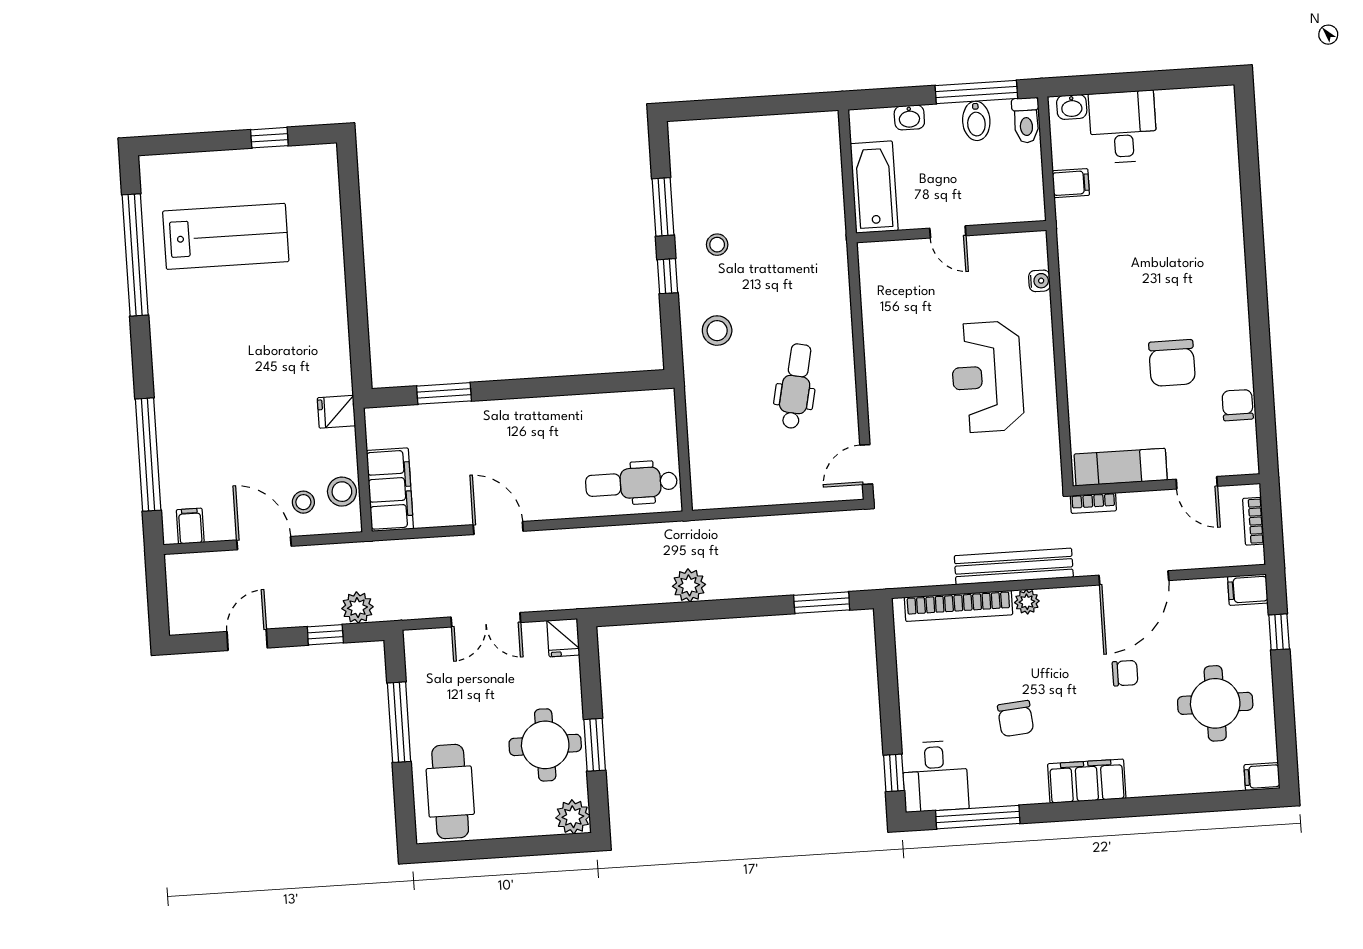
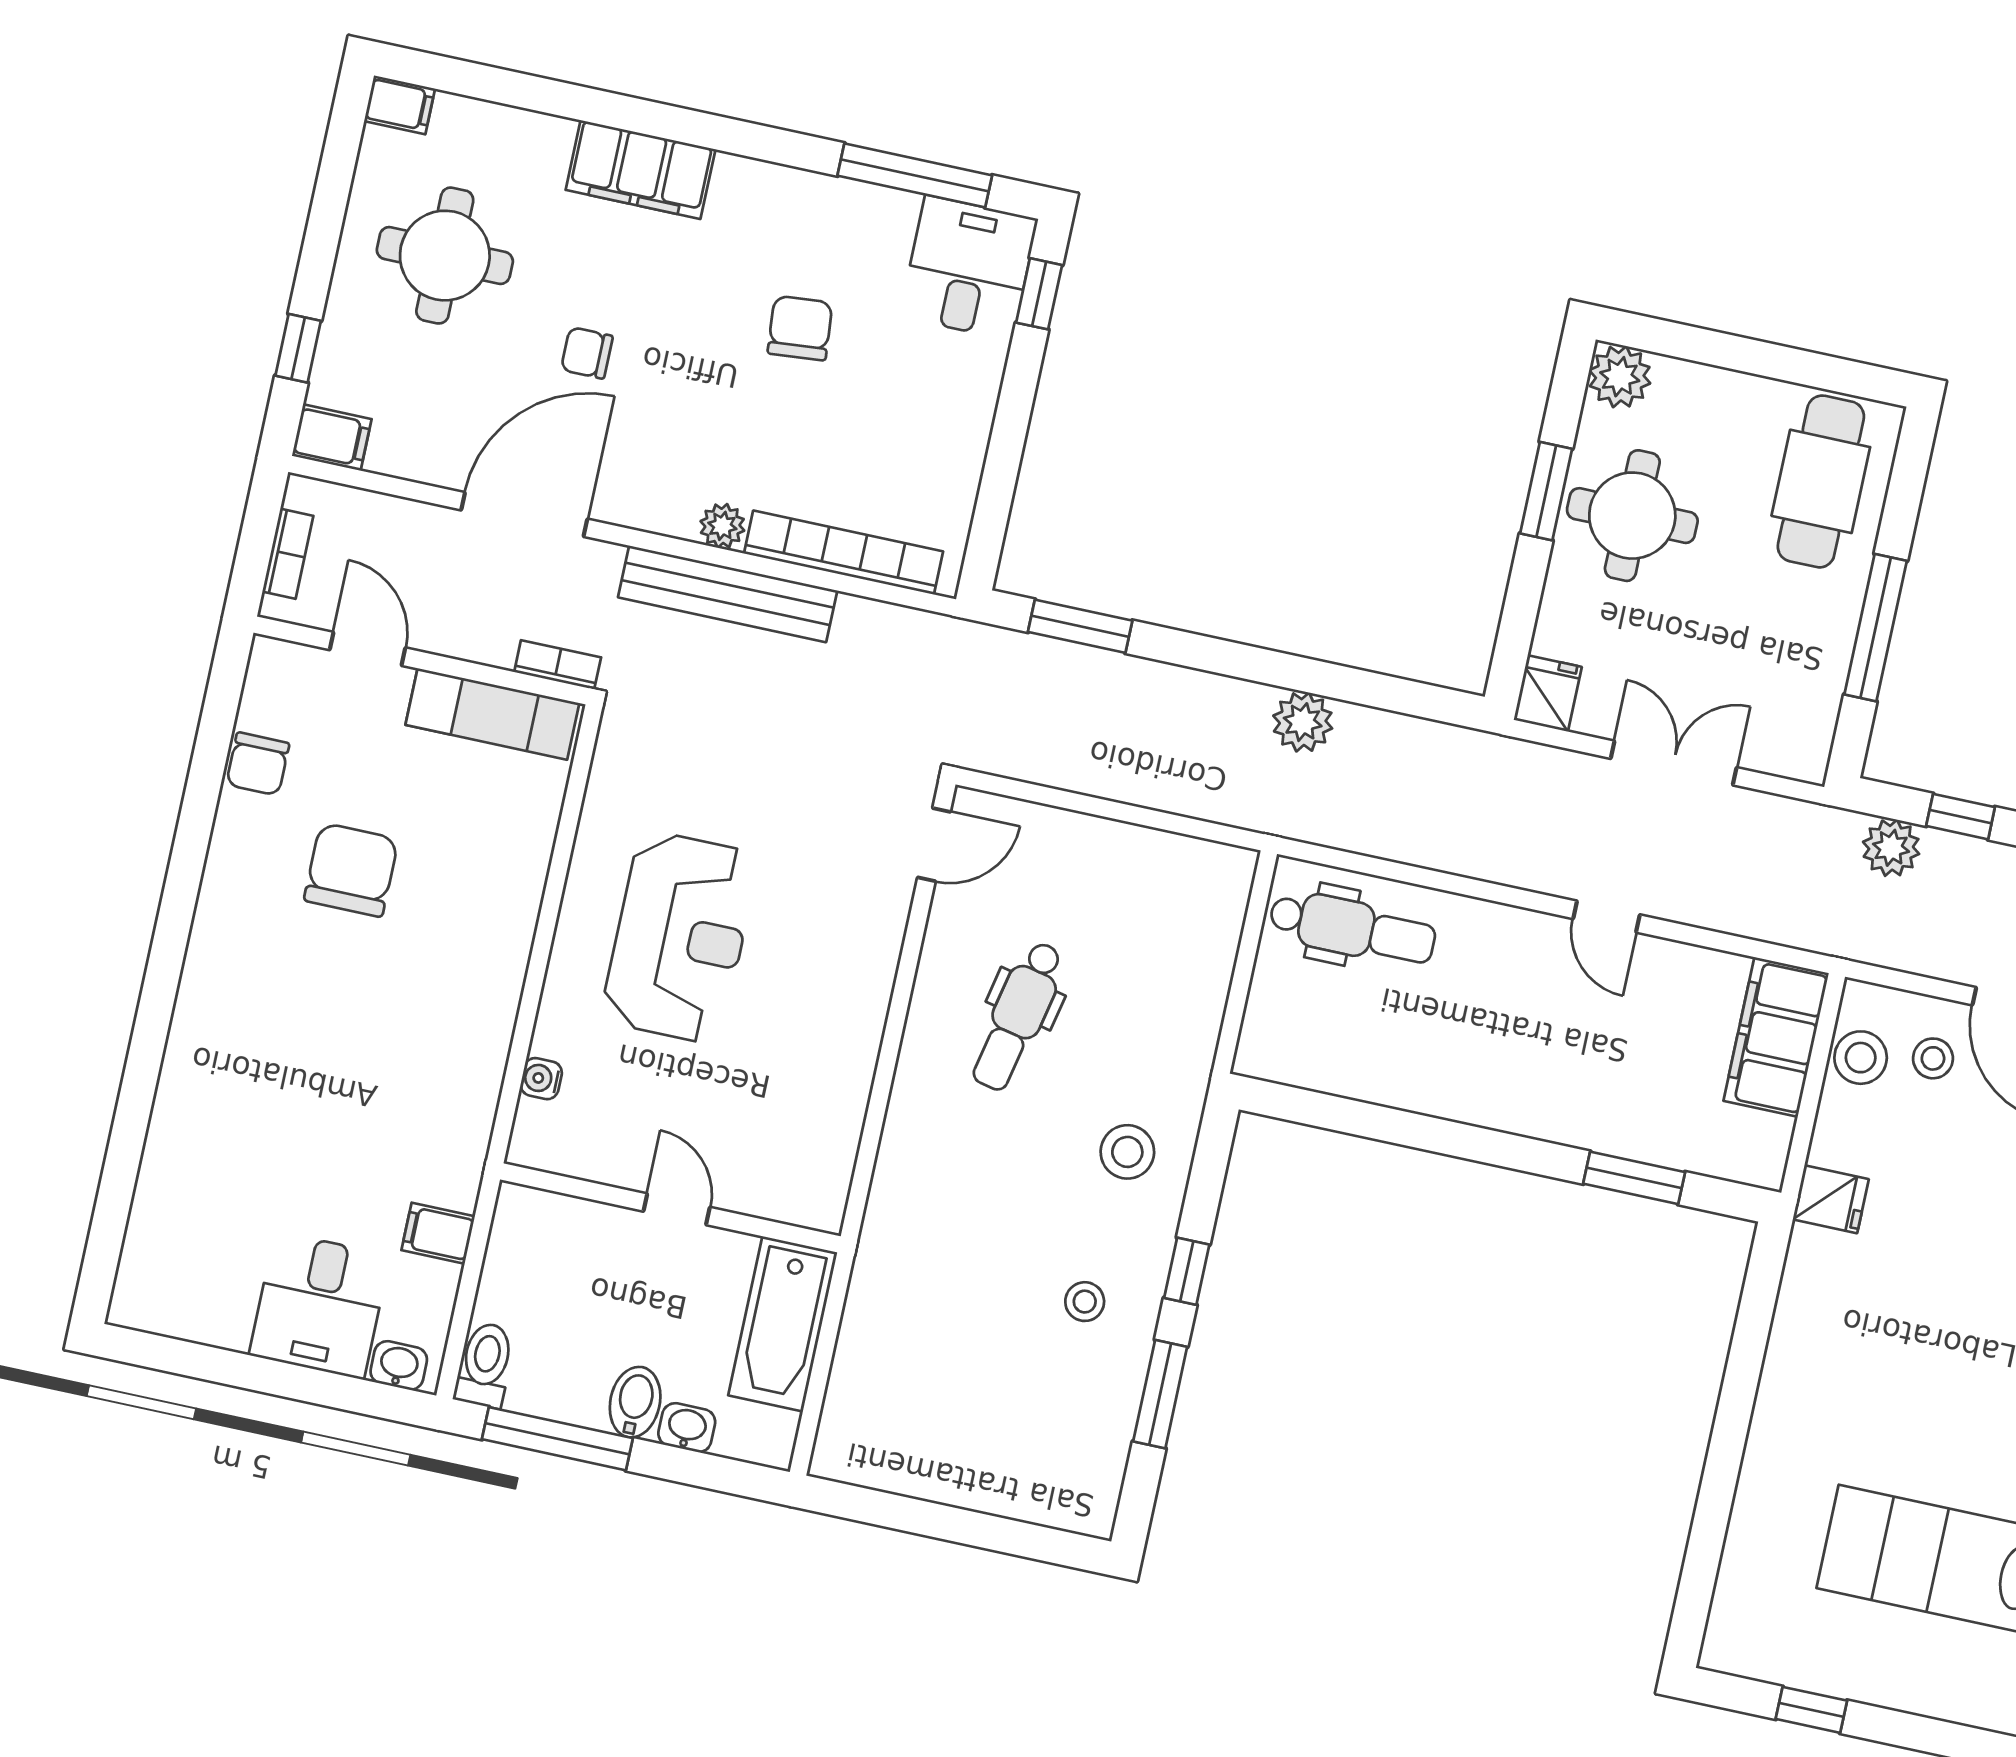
bidet: (976, 121) -> (635, 1402), moved
door: (498, 528) -> (1606, 917), width x0.73
filing cabinet: (1087, 781) -> (641, 170), moved

